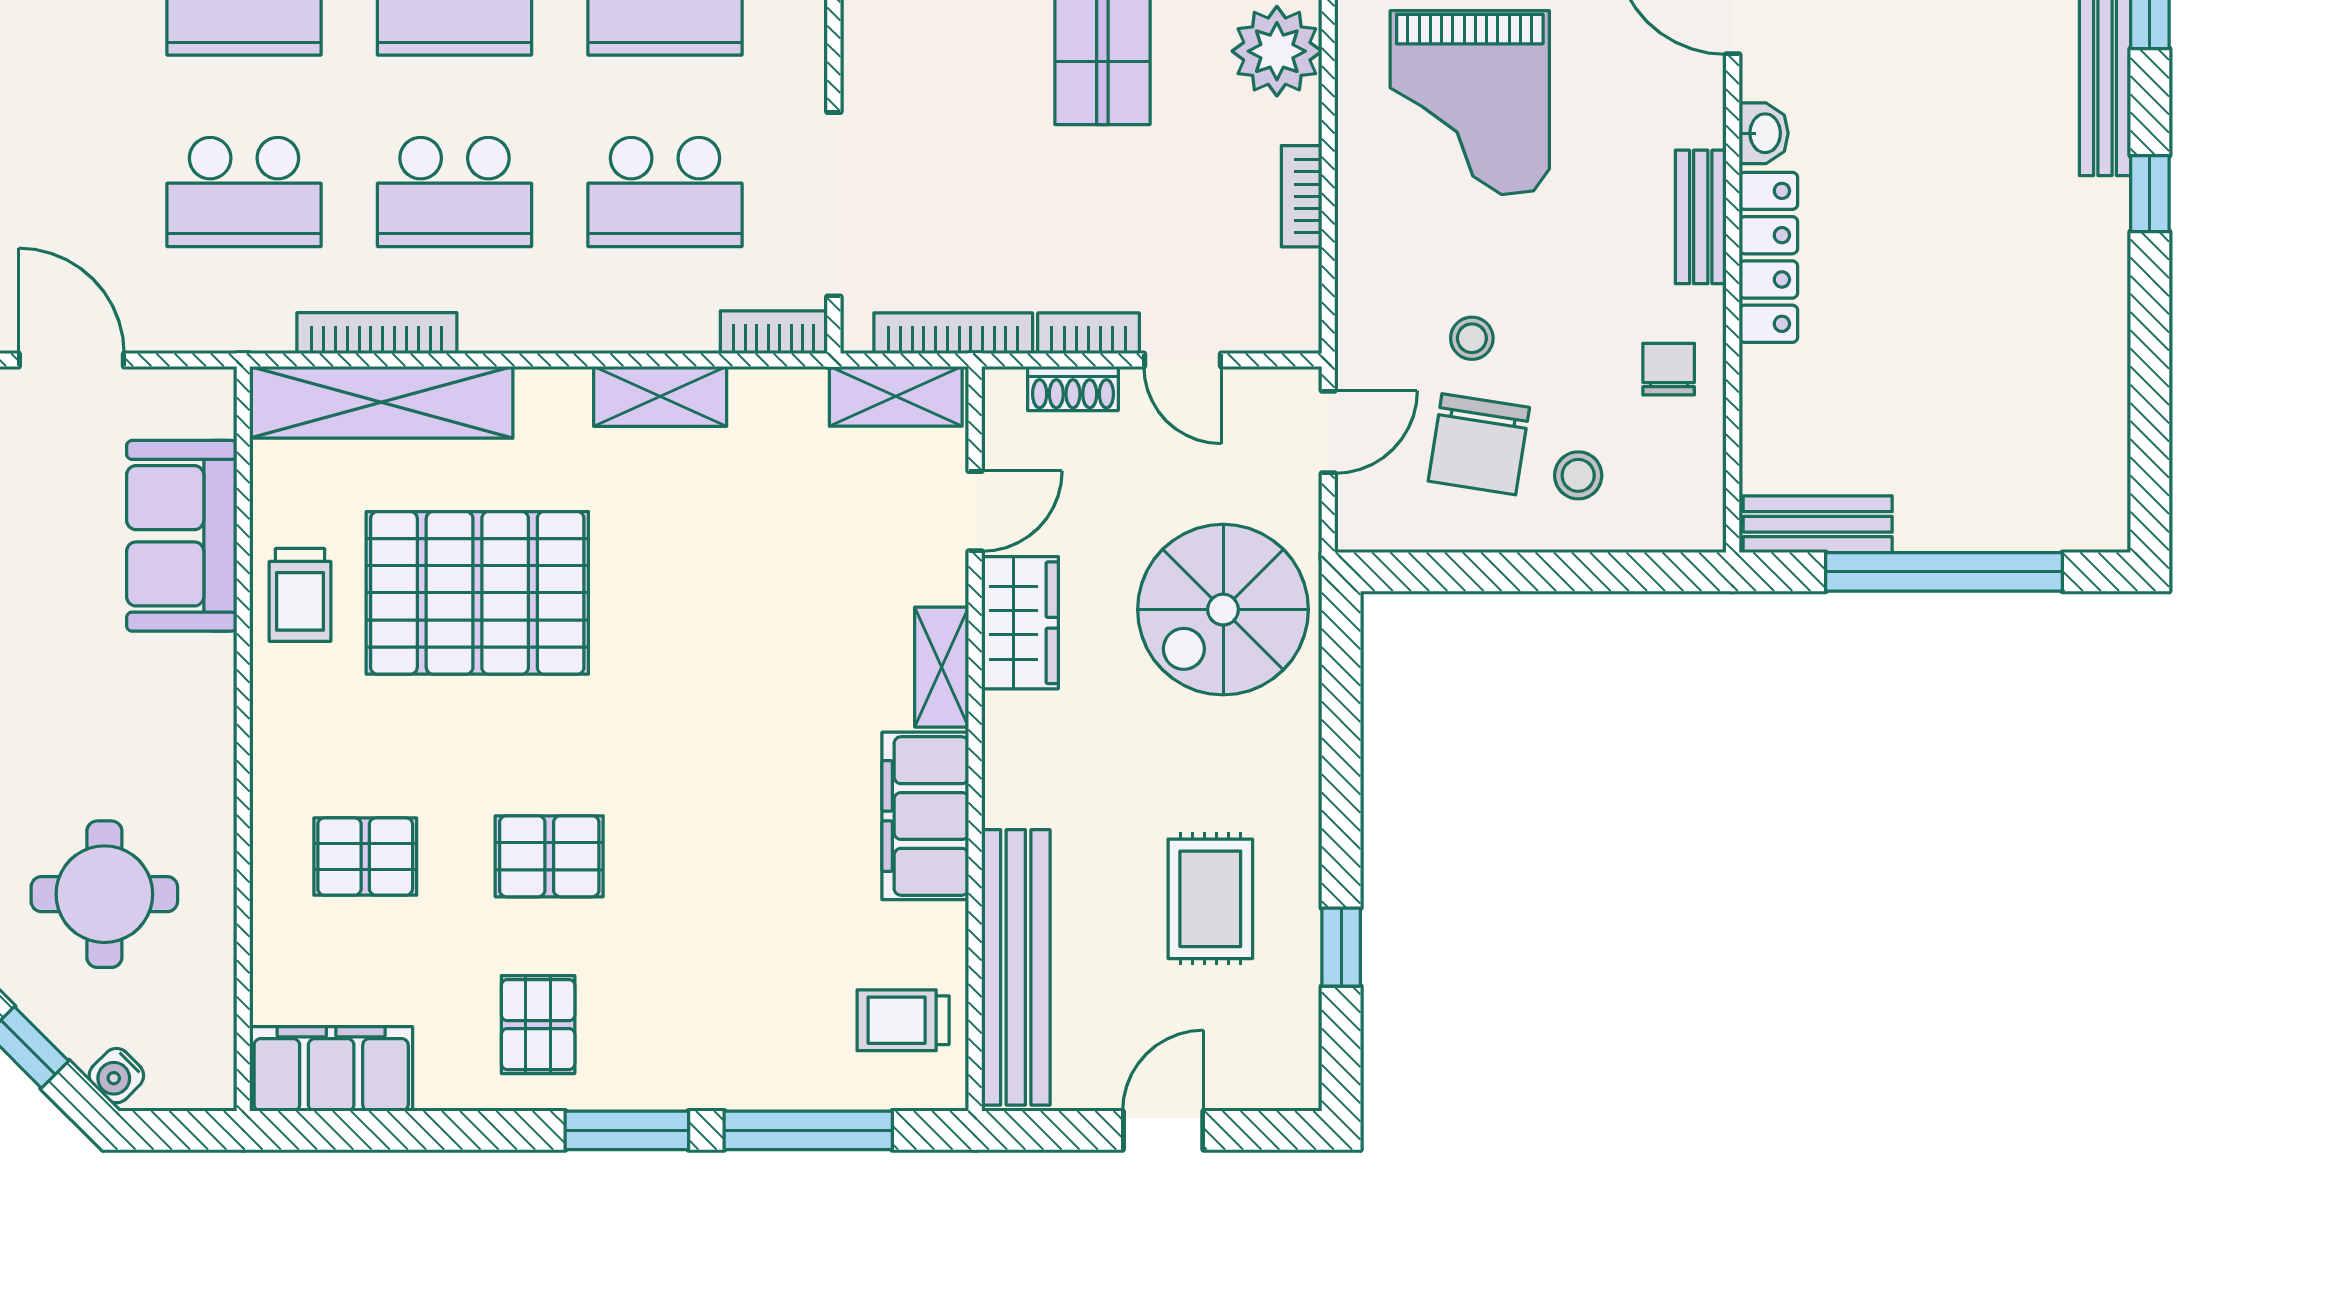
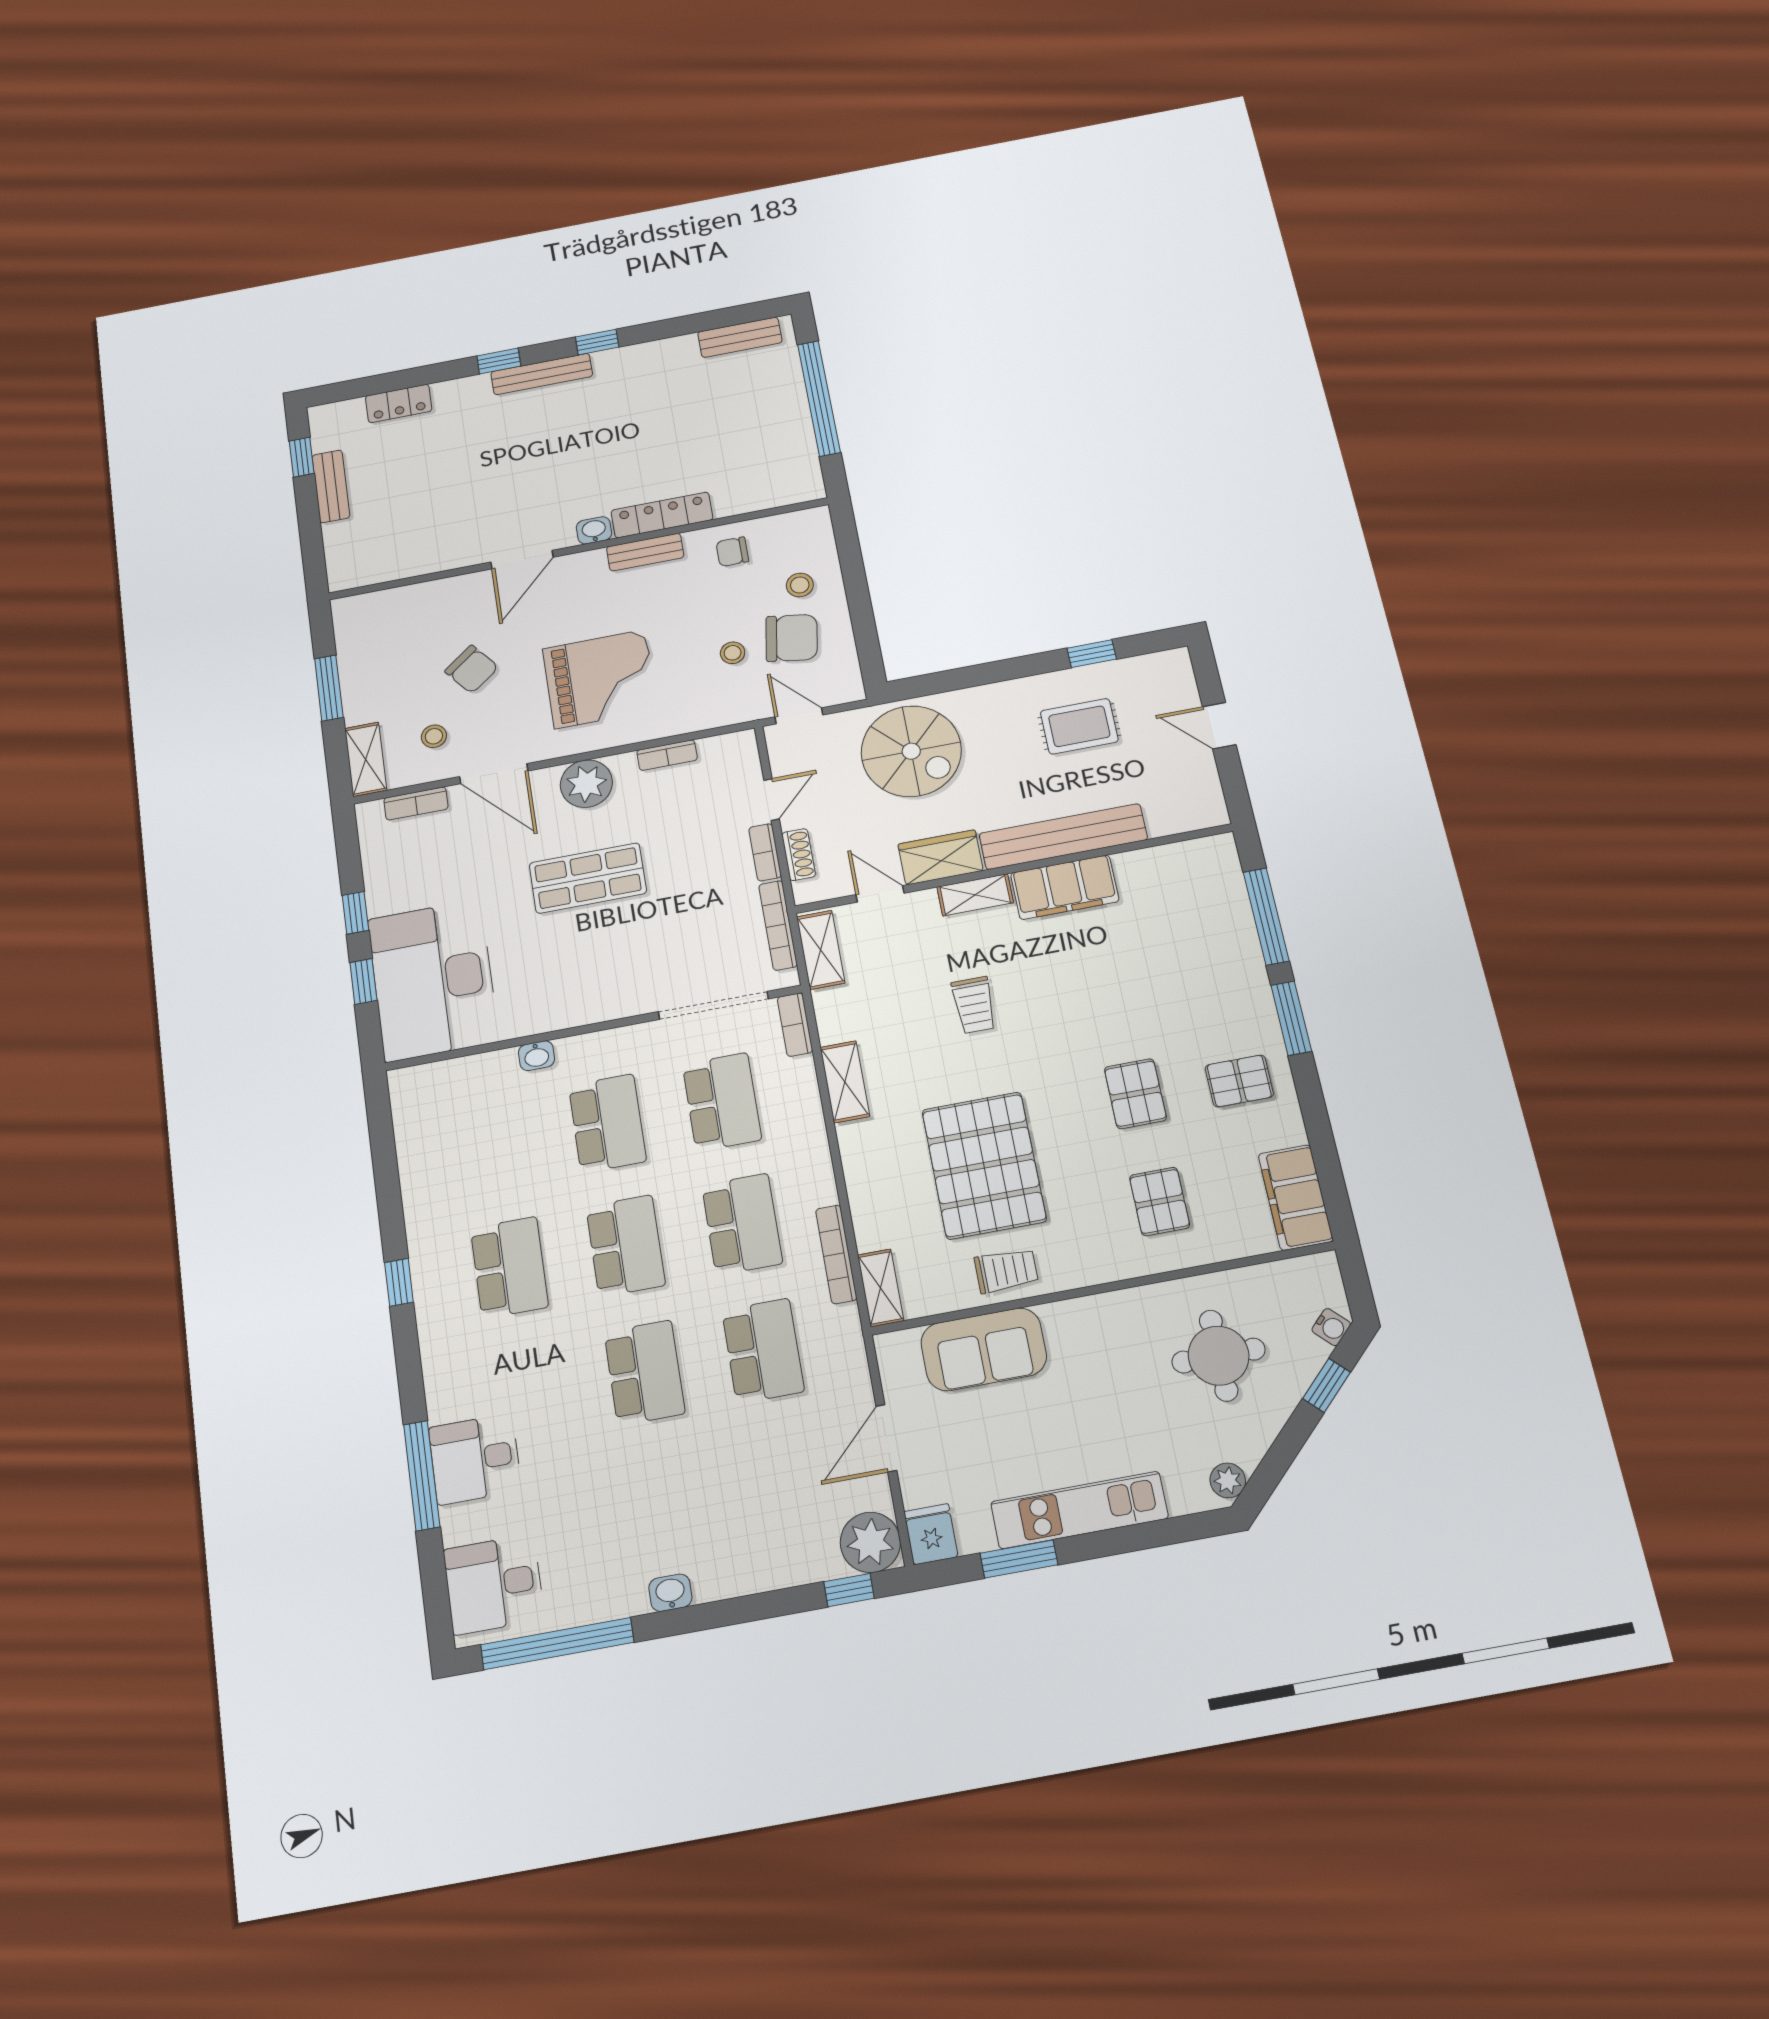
shelving: (381, 402) -> (881, 1288), width x0.45, depth x0.75
bench: (1818, 524) -> (740, 337), moved, turned 90
bench: (1016, 967) -> (1063, 837), moved
trolley: (903, 1020) -> (974, 1005), moved

